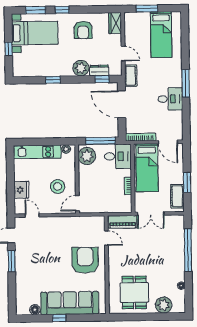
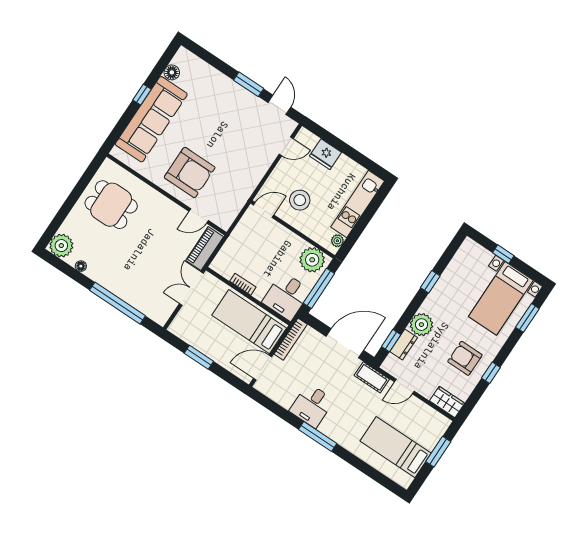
window: (62, 10) -> (491, 373), moved
cot: (177, 196) -> (190, 334), removed
door: (77, 203) -> (264, 210), hinge flipped
plant: (164, 305) -> (61, 246), moved

